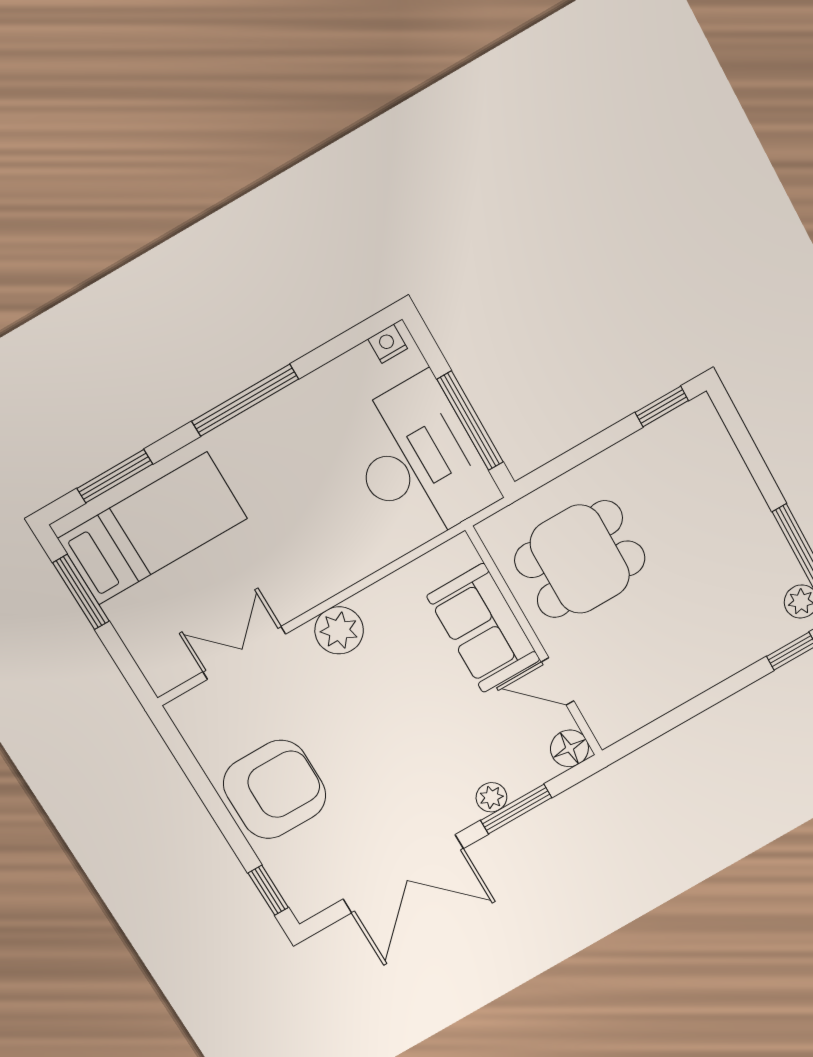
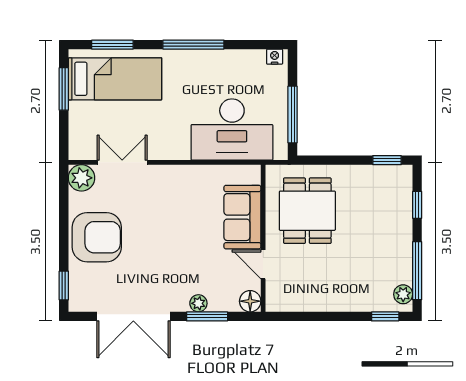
window: (748, 450) -> (417, 205), added
desk: (418, 461) -> (232, 130), moved, turned 90
dining table: (580, 559) -> (307, 211), turned 90
plant: (339, 630) -> (81, 178), moved

